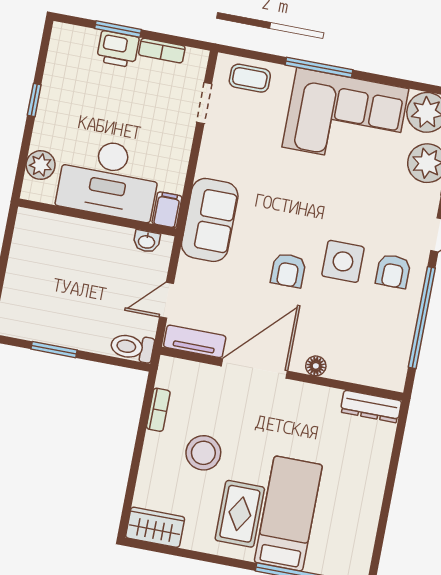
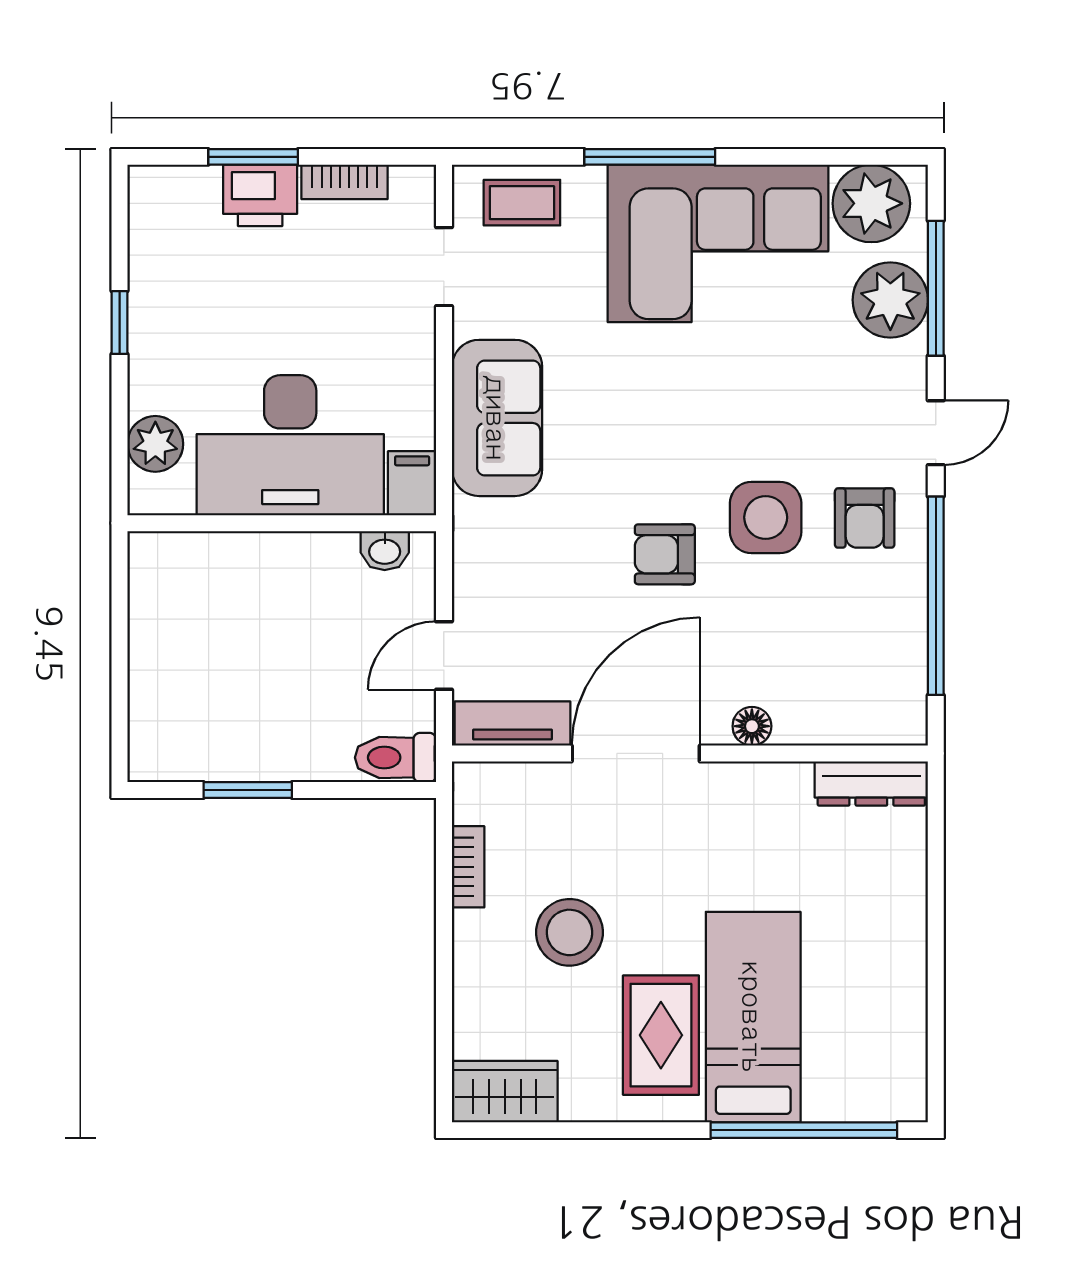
sofa: (210, 220) -> (497, 418), moved
armchair: (288, 270) -> (665, 554), turned 90

